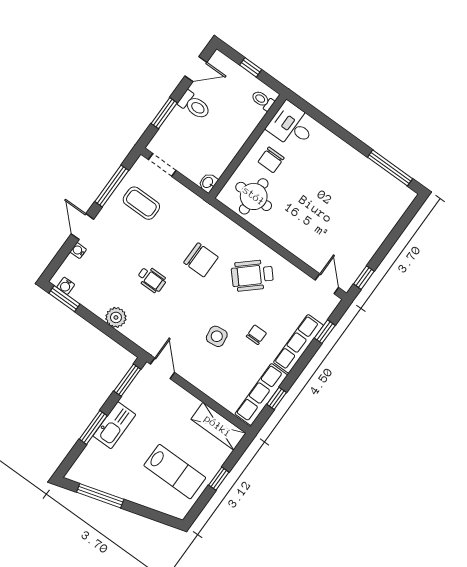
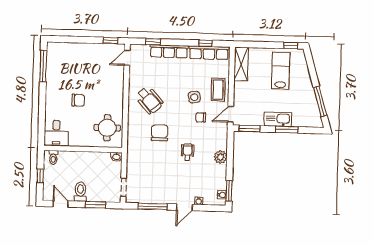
chair: (271, 160) -> (78, 100), moved
coffee table: (141, 203) -> (218, 90), moved
chair: (256, 335) -> (201, 117), moved
window: (219, 479) -> (291, 46), moved

